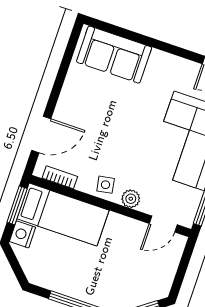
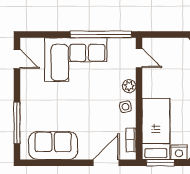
window: (133, 36) -> (17, 123), added
sofa: (114, 55) -> (53, 146), moved, turned -90
door: (41, 135) -> (106, 163), hinge flipped

